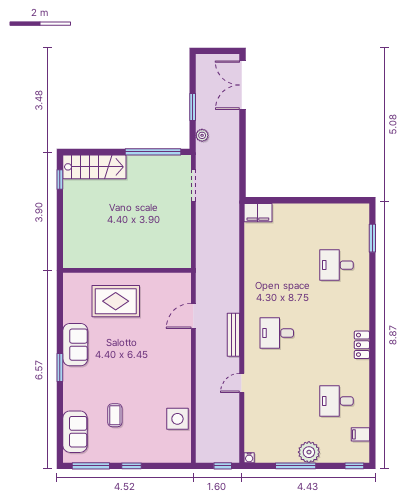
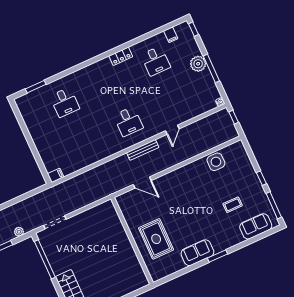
filing cabinet: (258, 213) -> (56, 175), width x0.50
locker: (362, 345) -> (121, 56), moved
door: (242, 383) -> (172, 130), hinge flipped

